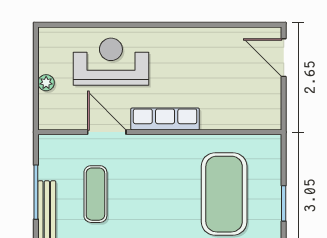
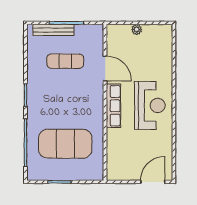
reception desk: (111, 62) -> (150, 105), moved
door: (107, 132) -> (105, 68), hinge flipped

